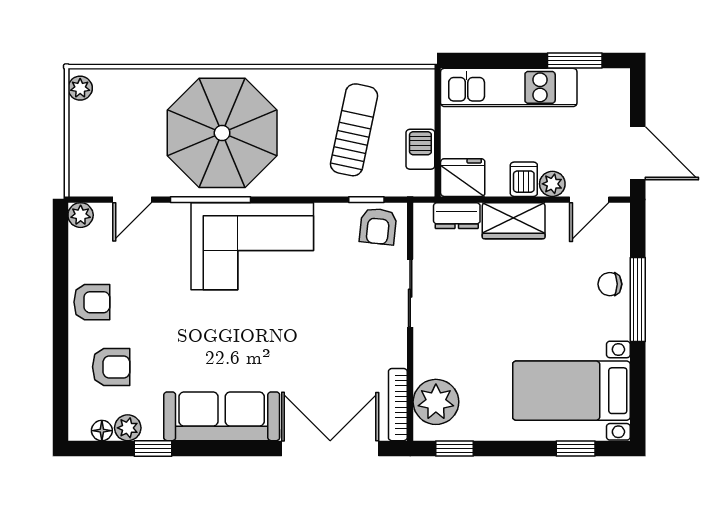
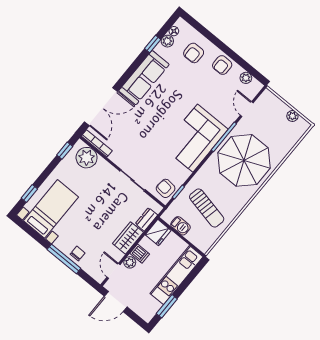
plant: (80, 88) -> (292, 116), moved
plant: (81, 215) -> (246, 78), moved

